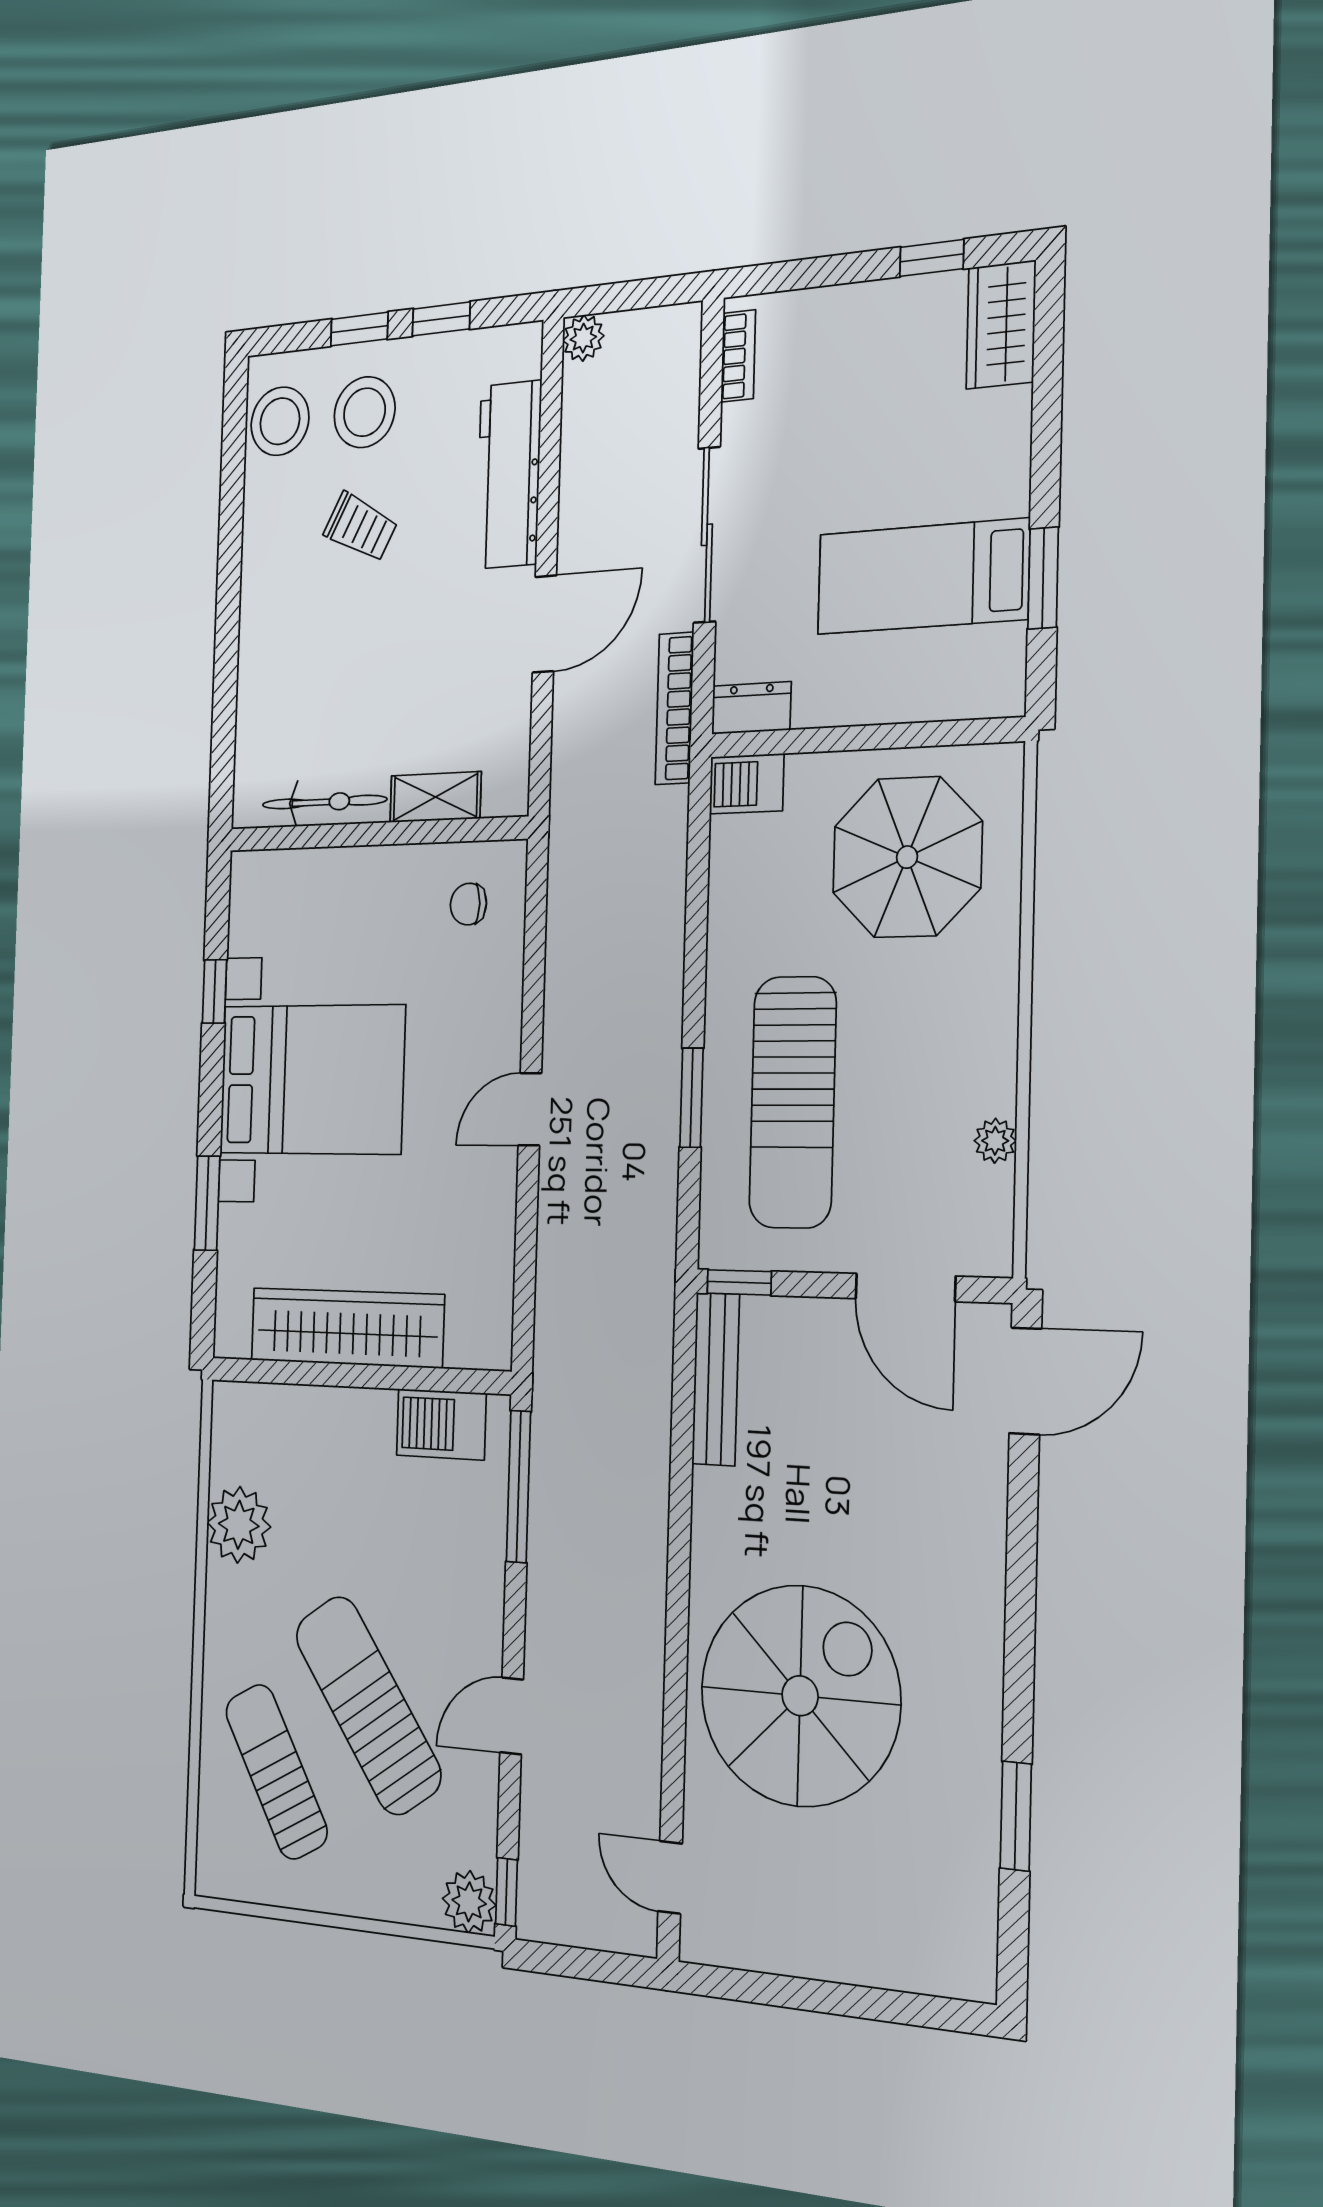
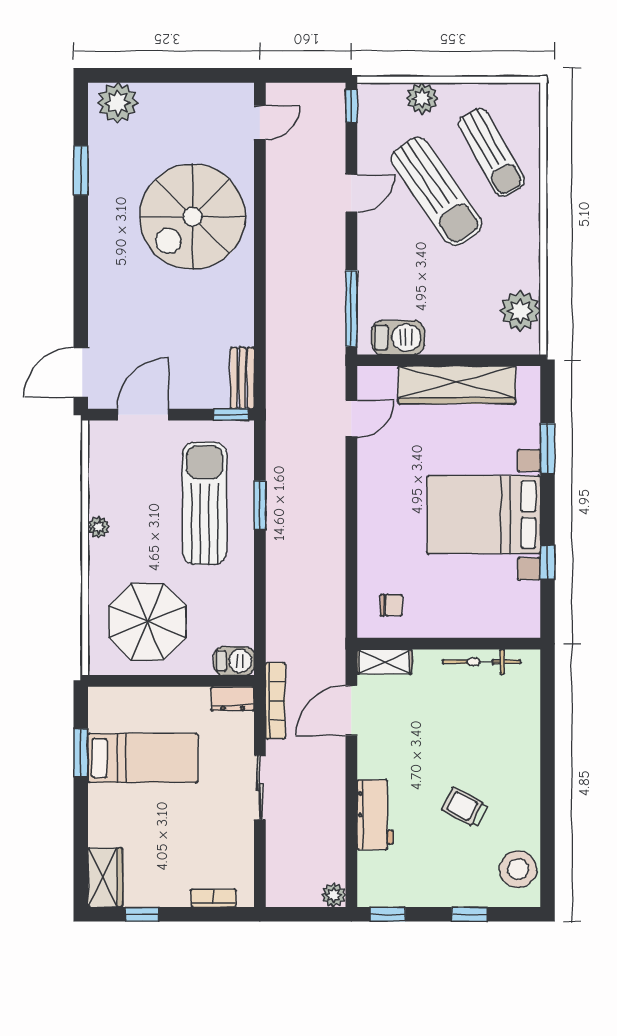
window: (441, 319) -> (388, 914), moved
bookcase: (738, 356) -> (213, 898), moved, turned 90
stool: (365, 412) -> (464, 869), removed
workbench: (509, 475) -> (375, 815), width x0.73
sliding door: (707, 535) -> (260, 787), width x0.73
door: (544, 624) -> (351, 710), moved
shelving: (435, 797) -> (384, 662), moved
door: (530, 1109) -> (351, 419), moved
plant: (995, 1141) -> (99, 527), moved
door: (905, 1287) -> (143, 415), hinge flipped
bench: (716, 1379) -> (242, 378), width x0.73
plant: (239, 1525) -> (520, 311), moved
door: (670, 1877) -> (260, 123), hinge flipped
plant: (469, 1902) -> (422, 98), moved
plant: (939, 1954) -> (118, 103), added

